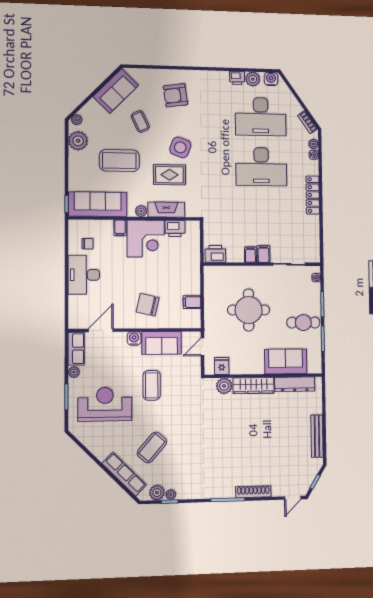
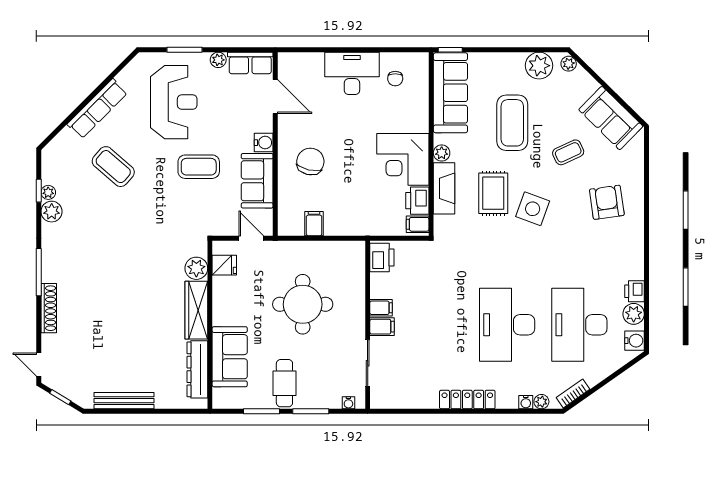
filing cabinet: (120, 228) -> (418, 224), moved
row of seats: (124, 474) -> (97, 109), moved
plant: (157, 493) -> (52, 212), moved

